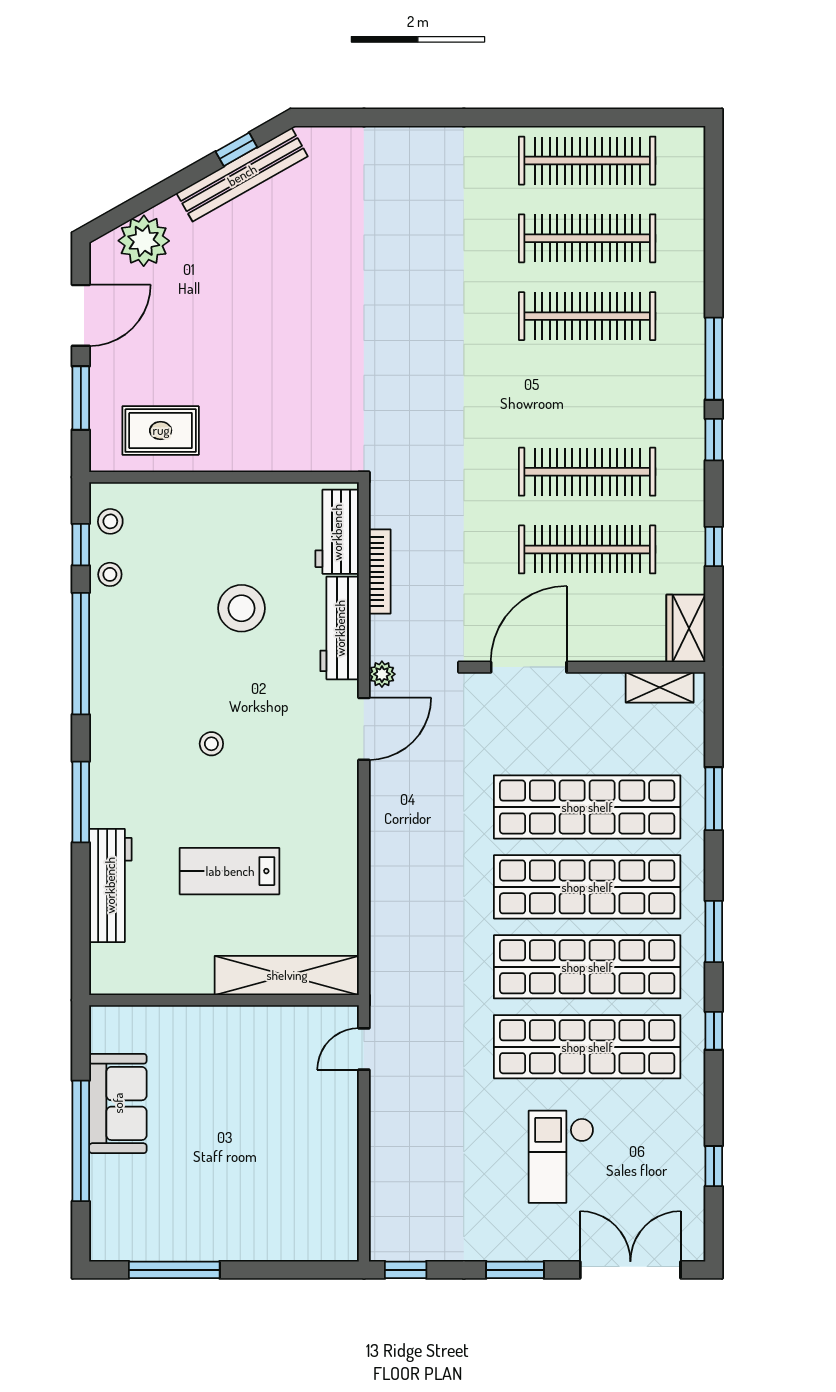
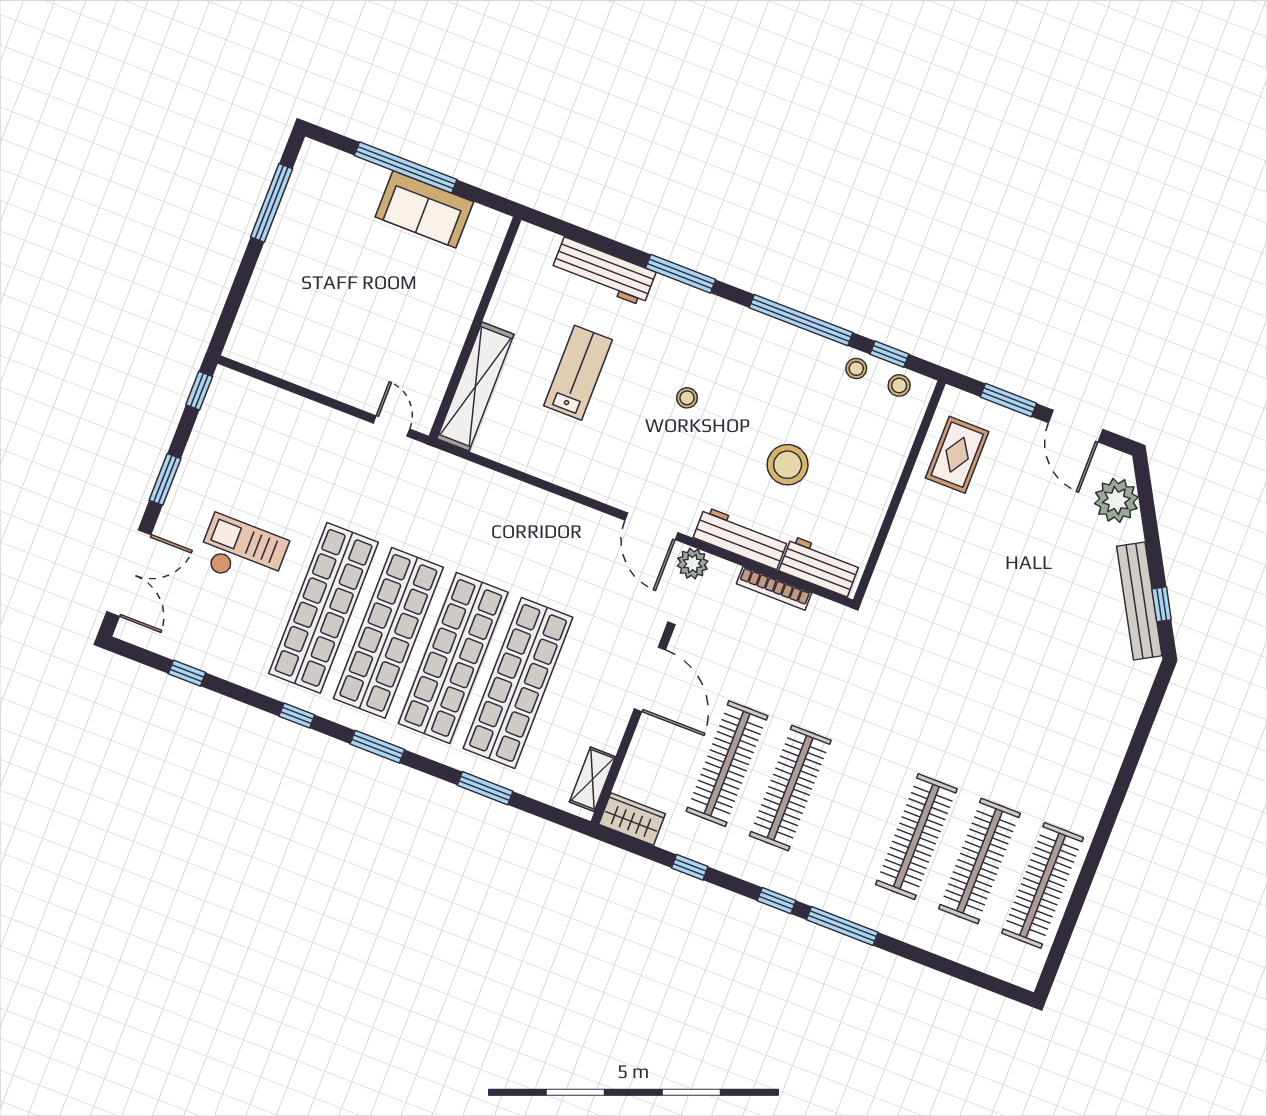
plant: (382, 674) -> (693, 564), width x1.38, depth x1.38

